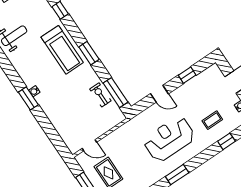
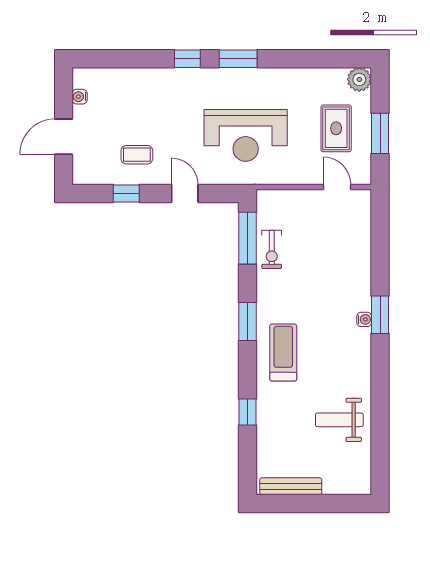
treadmill: (62, 50) -> (283, 353), width x0.73, depth x0.73
coffee table: (212, 120) -> (137, 155), moved
reception desk: (169, 139) -> (246, 135), moved
window: (226, 141) -> (187, 59), moved

